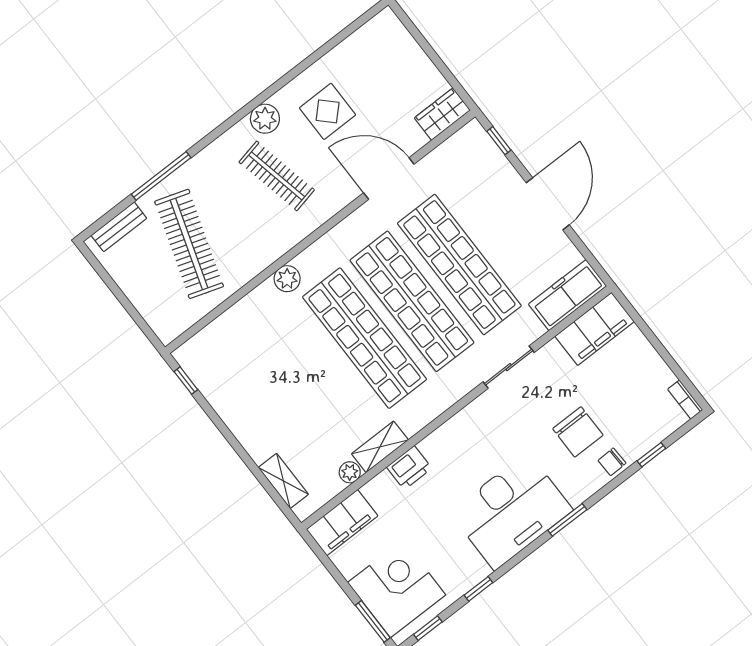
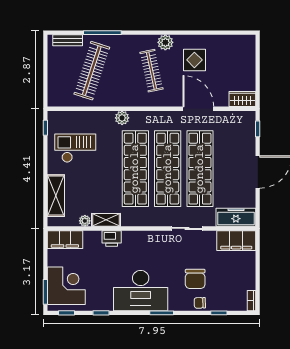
checkout: (253, 376) -> (75, 148), added
shelving: (283, 481) -> (56, 196), width x1.50, depth x1.33

